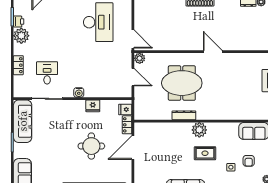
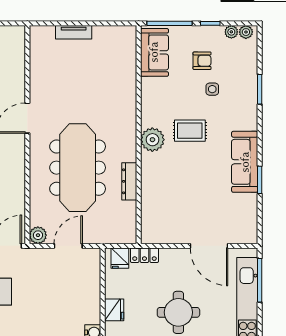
meeting table: (182, 83) -> (78, 168), width x1.36
dresser: (184, 115) -> (129, 181), moved
door: (133, 148) -> (209, 246), moved
rug: (205, 153) -> (190, 131), turned 90

